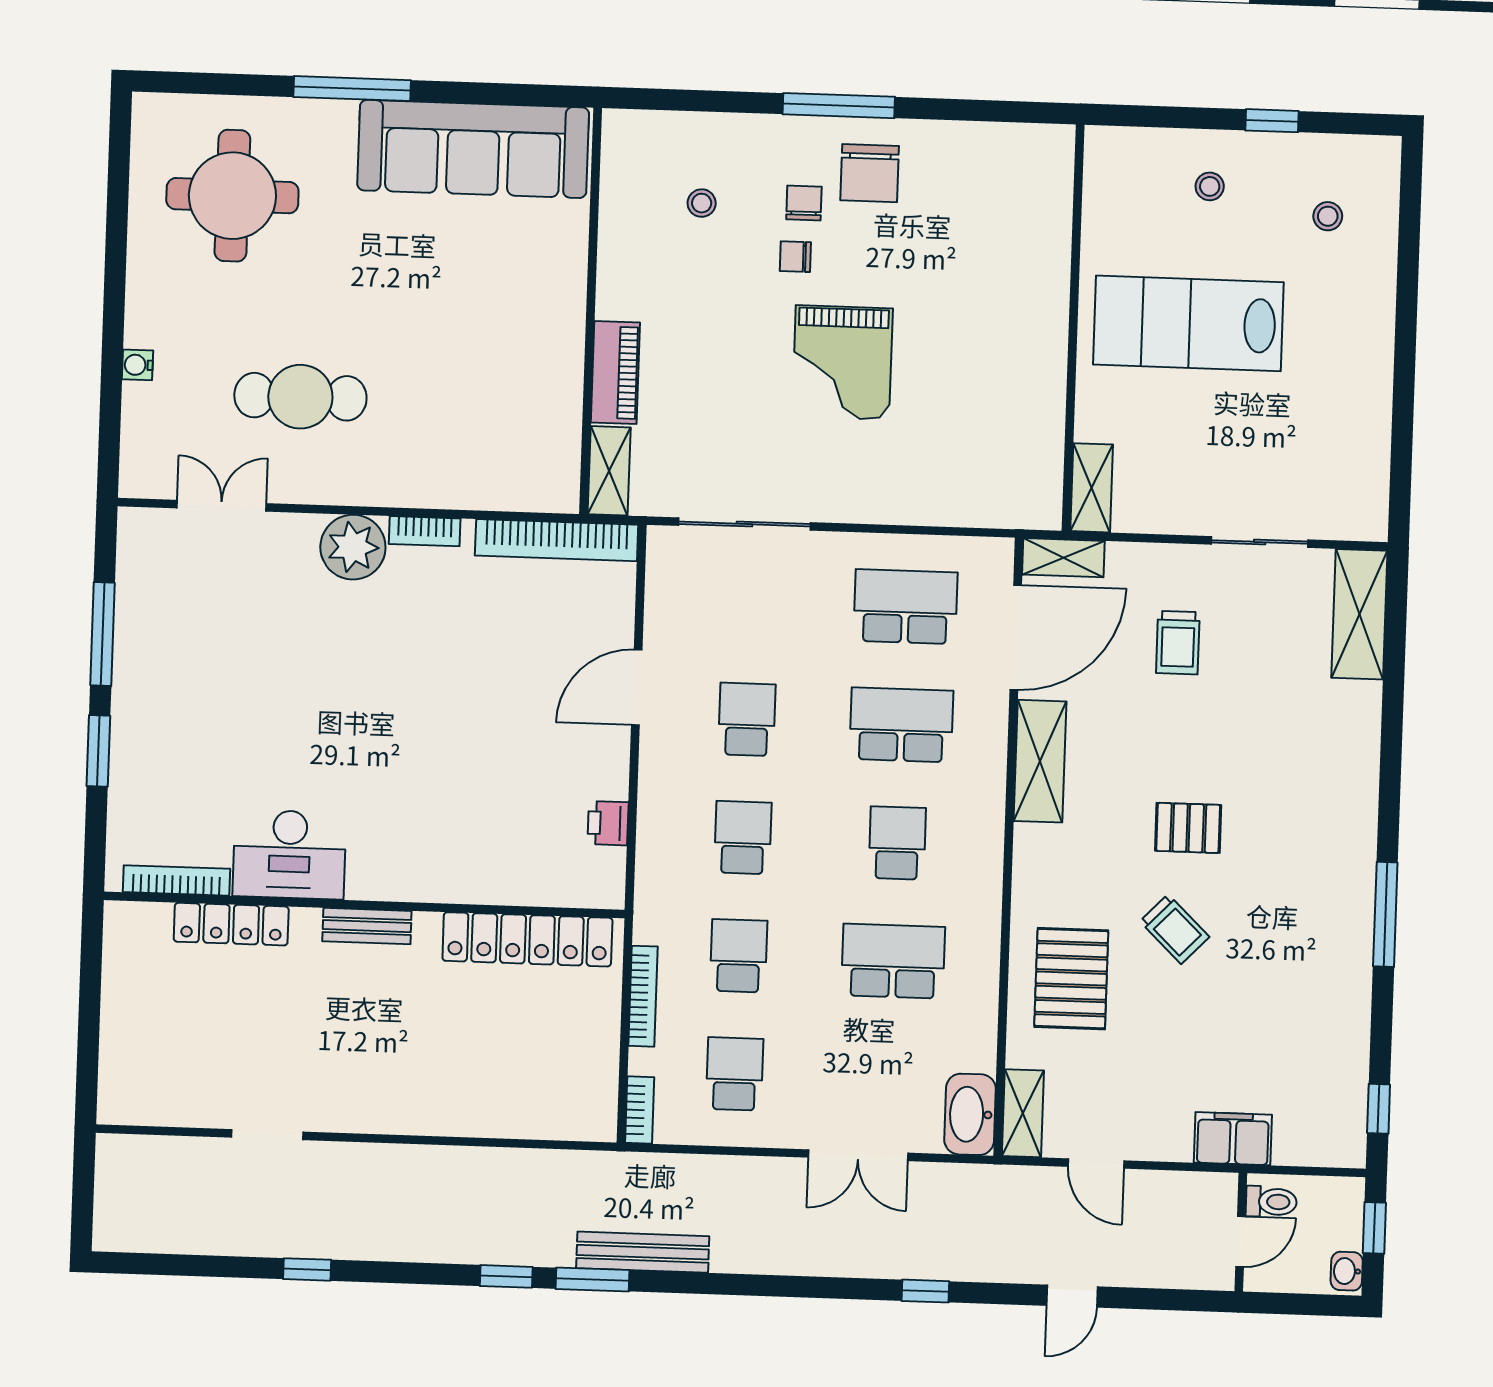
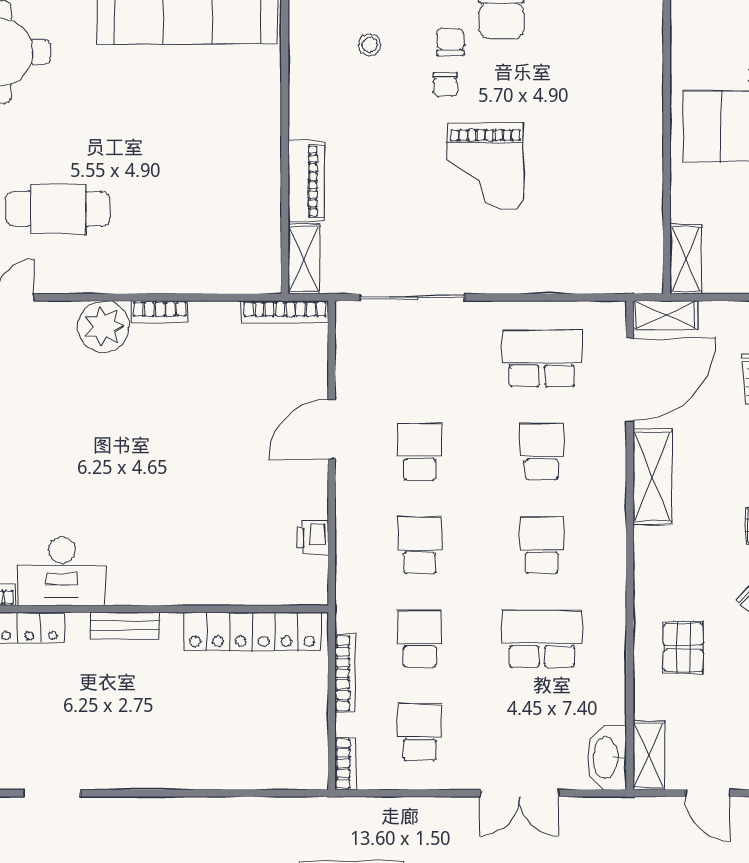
chair: (795, 257) -> (445, 85), turned -90
bookcase: (557, 540) -> (285, 312), width x0.68, depth x0.76
school desk: (901, 725) -> (542, 452), width x0.54
pallet: (1071, 979) -> (683, 648), width x0.67, depth x0.71

